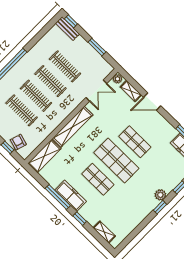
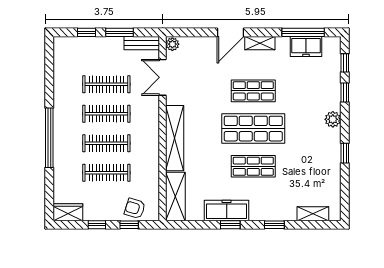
window: (71, 21) -> (86, 32), moved
bench: (68, 29) -> (142, 43), moved
double door: (96, 91) -> (163, 77), swing flipped
shelving: (131, 91) -> (260, 43), moved
freezer: (71, 196) -> (227, 210), moved
window: (58, 197) -> (230, 225), width x0.46
window: (160, 207) -> (345, 153), moved

